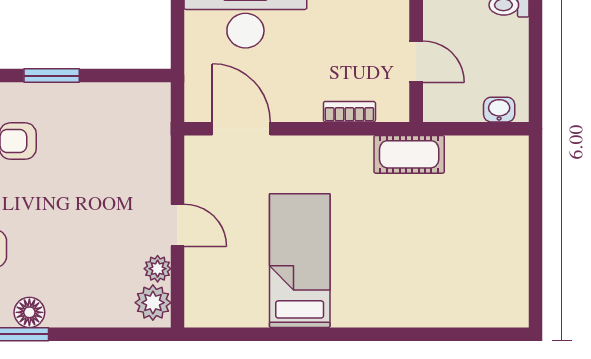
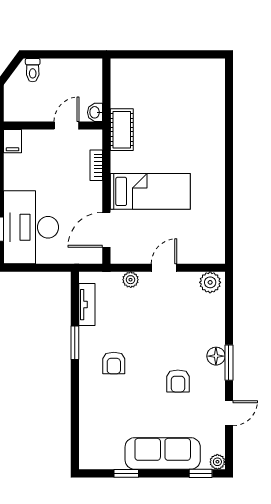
tv unit: (116, 96) -> (87, 305), added
washbasin: (499, 110) -> (95, 112), moved
bed: (300, 261) -> (150, 191), moved, turned 180
plant: (158, 269) -> (131, 280), moved

